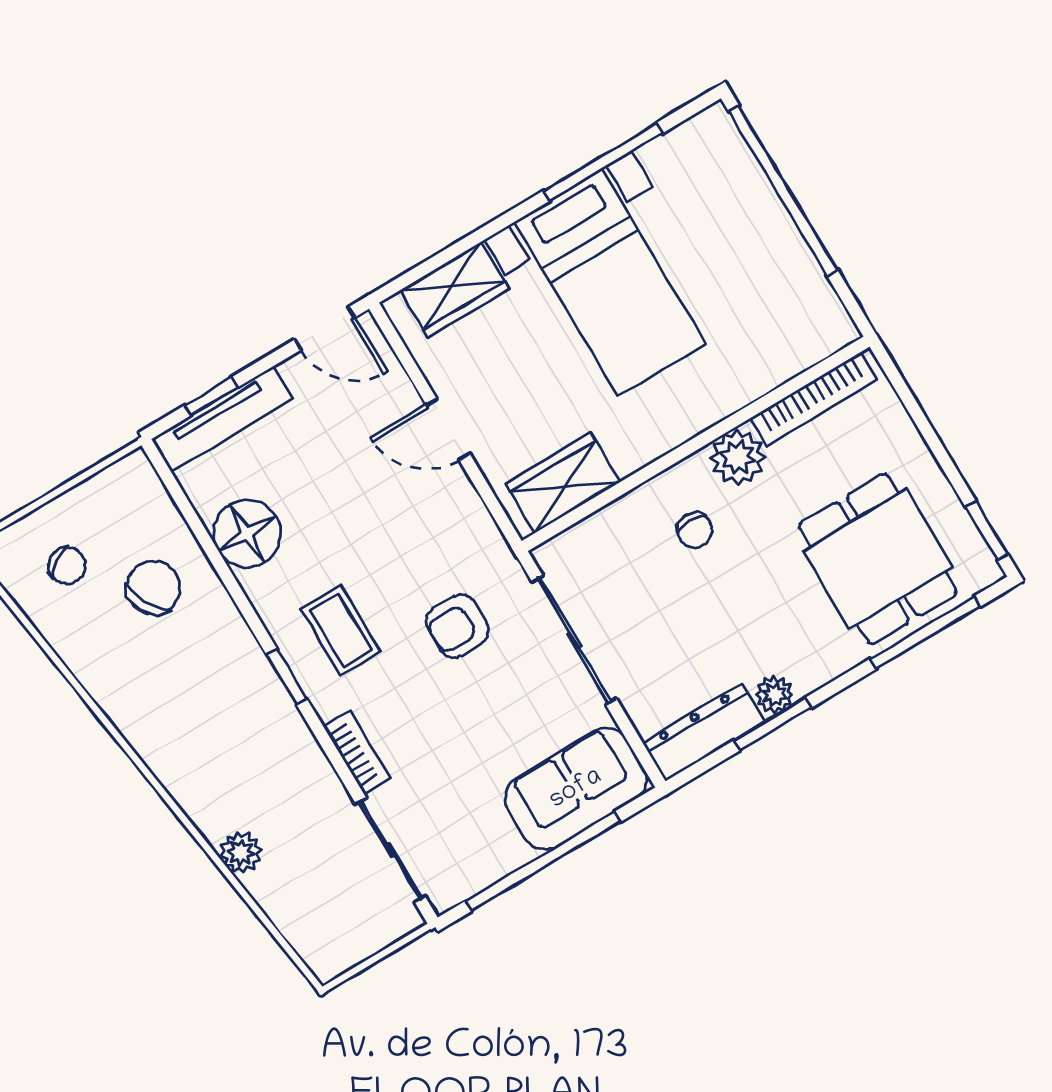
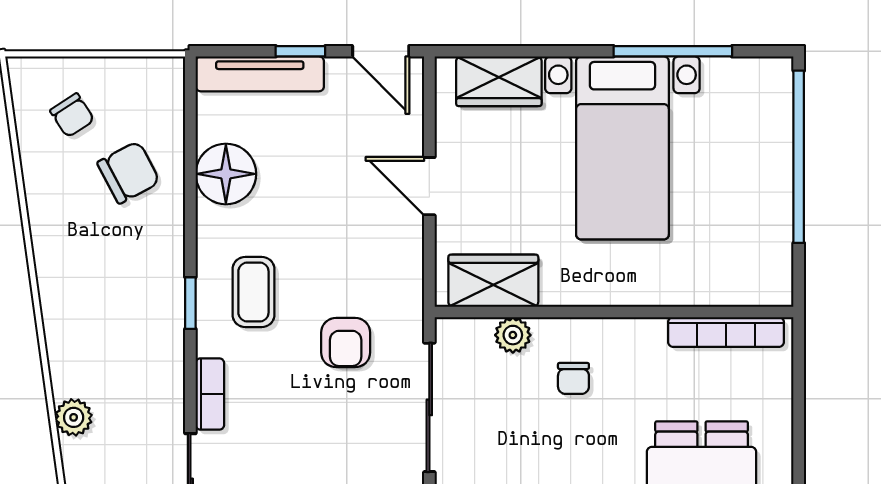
window: (212, 396) -> (300, 51), moved
plant: (737, 457) -> (513, 335), moved, width x0.73, depth x0.73
armchair: (457, 626) -> (346, 343), turned -90

